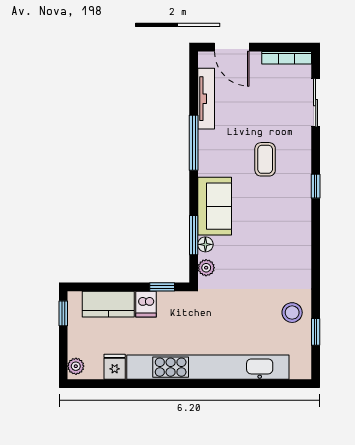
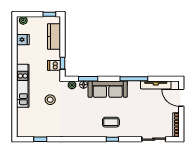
door: (232, 47) -> (181, 98), hinge flipped
coffee table: (265, 159) -> (111, 122), moved
sofa: (215, 206) -> (108, 89), width x1.36
dishwasher: (146, 304) -> (54, 65), moved
stool: (292, 313) -> (50, 100), moved
kitchen unit: (208, 367) -> (23, 86), width x0.54

